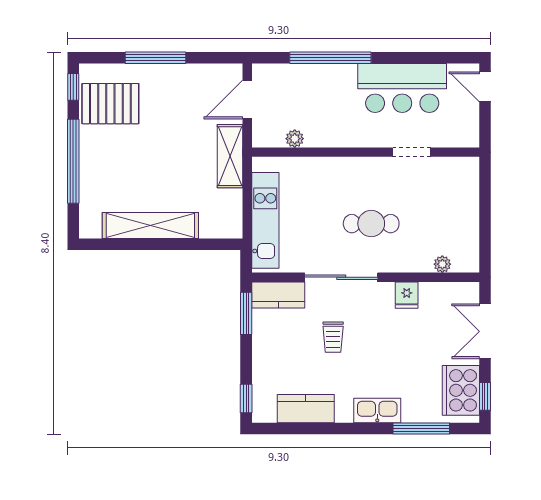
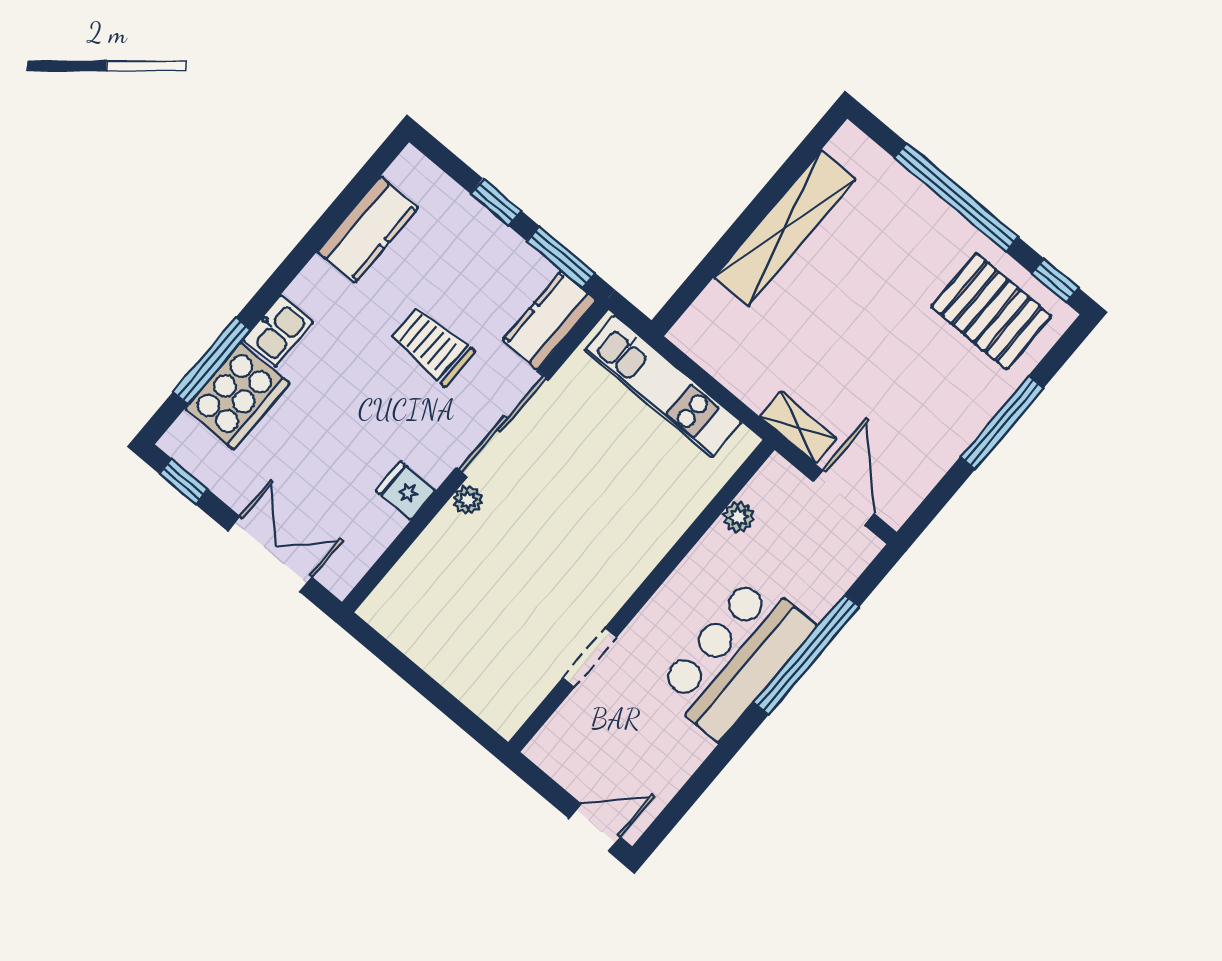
bar counter: (402, 88) -> (735, 657), moved
pallet: (110, 104) -> (991, 311), turned 90
shelving: (230, 156) -> (798, 427), width x0.67, depth x0.75
cafe table: (371, 224) -> (540, 524), removed
plant: (442, 264) -> (468, 500), moved
trolley: (333, 337) -> (432, 346), width x1.36, depth x1.39
cooker: (461, 390) -> (237, 396), moved, turned 90
window: (246, 398) -> (496, 202), moved
kitchen sink: (377, 411) -> (278, 331), width x0.73

